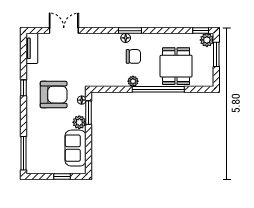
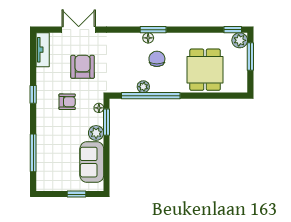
chair: (133, 56) -> (157, 59), turned -90
armchair: (67, 64) -> (83, 67), added
plant: (133, 81) -> (143, 87), moved
window: (158, 89) -> (151, 96), moved
armchair: (54, 95) -> (67, 102), width x0.53, depth x0.53
window: (23, 153) -> (33, 153), moved

